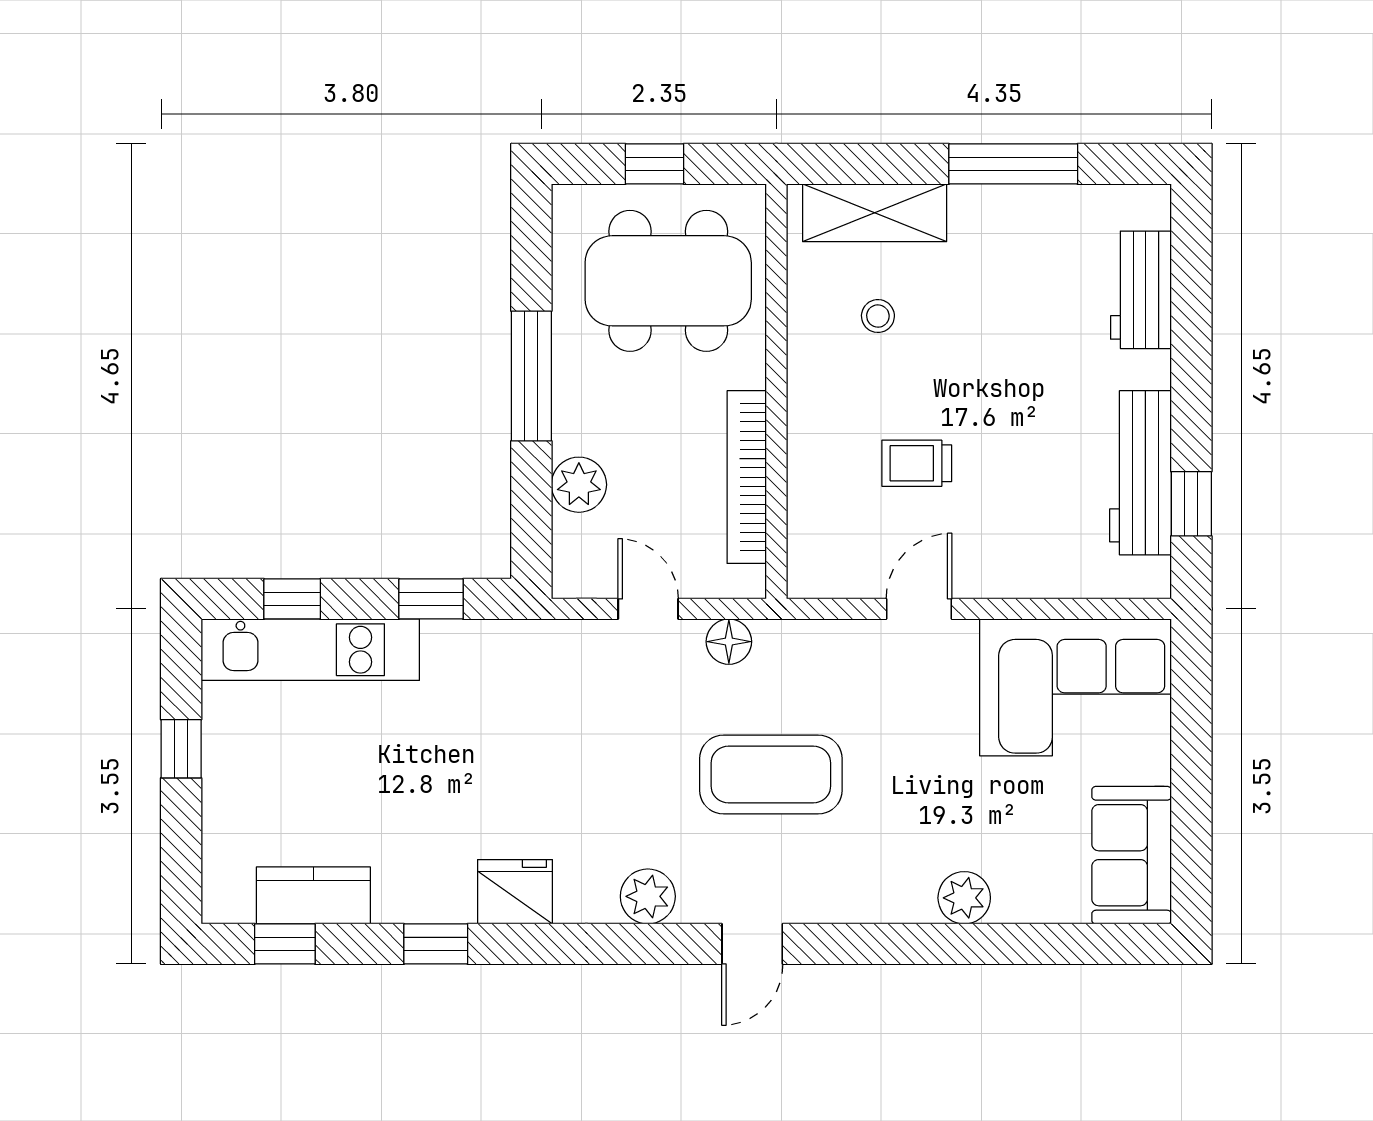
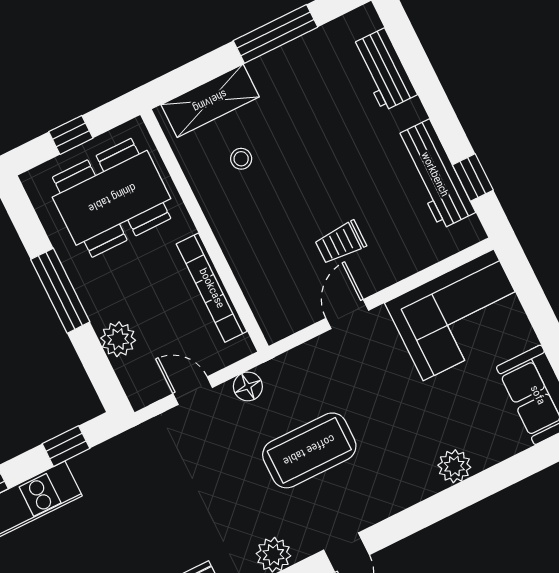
trolley: (917, 463) -> (341, 242), moved

